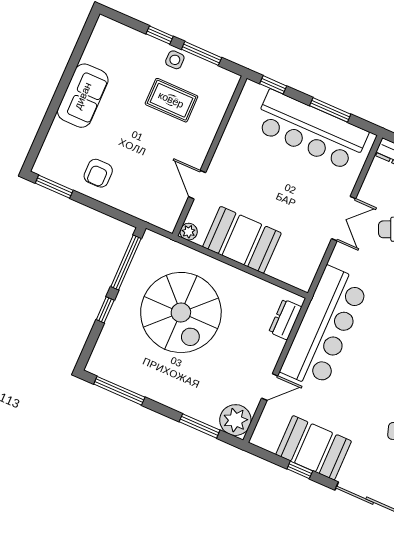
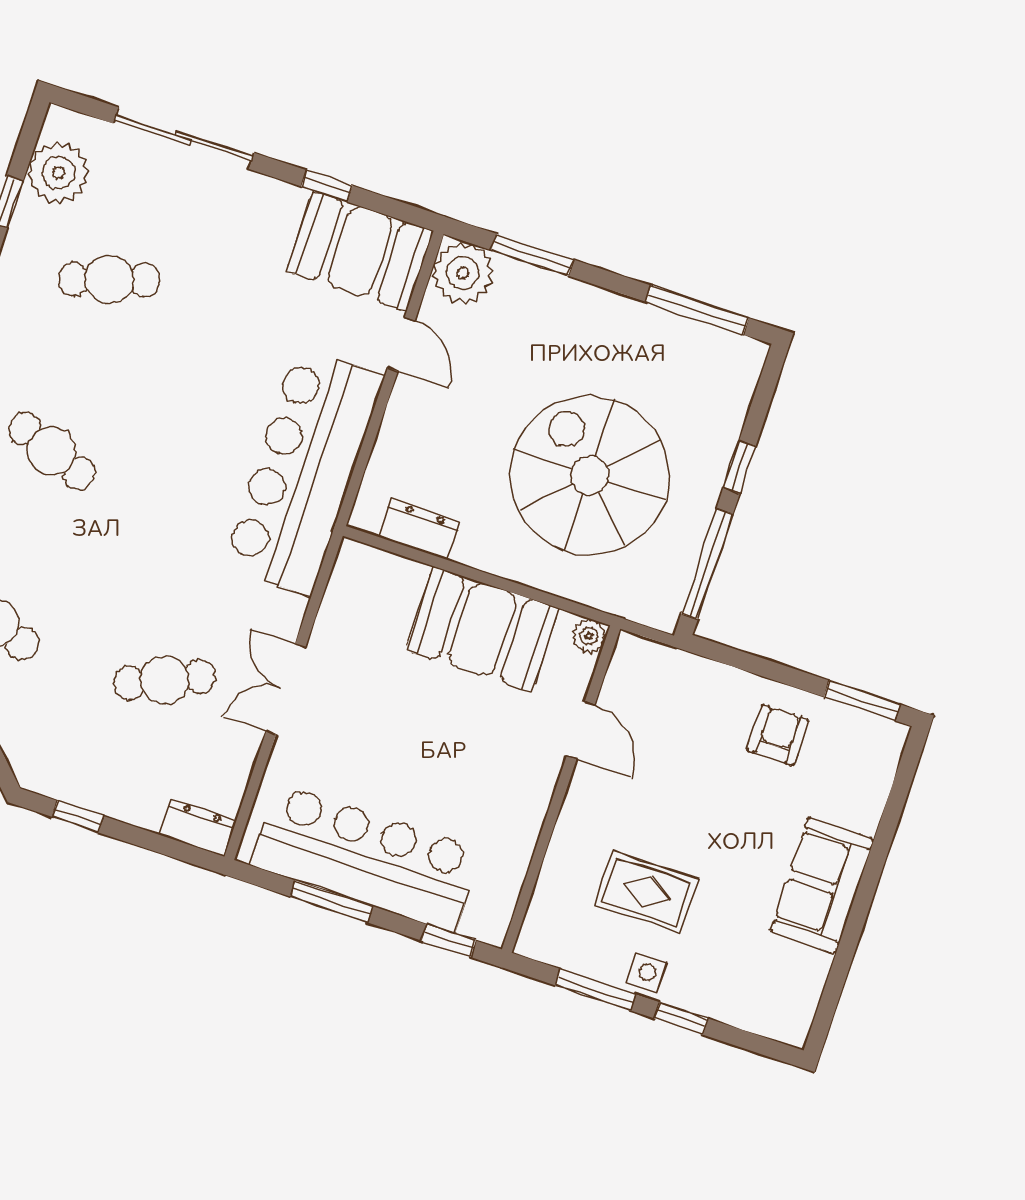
dresser: (285, 319) -> (420, 529), moved, turned -90
door: (270, 387) -> (401, 344), swing flipped
booth: (314, 448) -> (360, 251), moved

